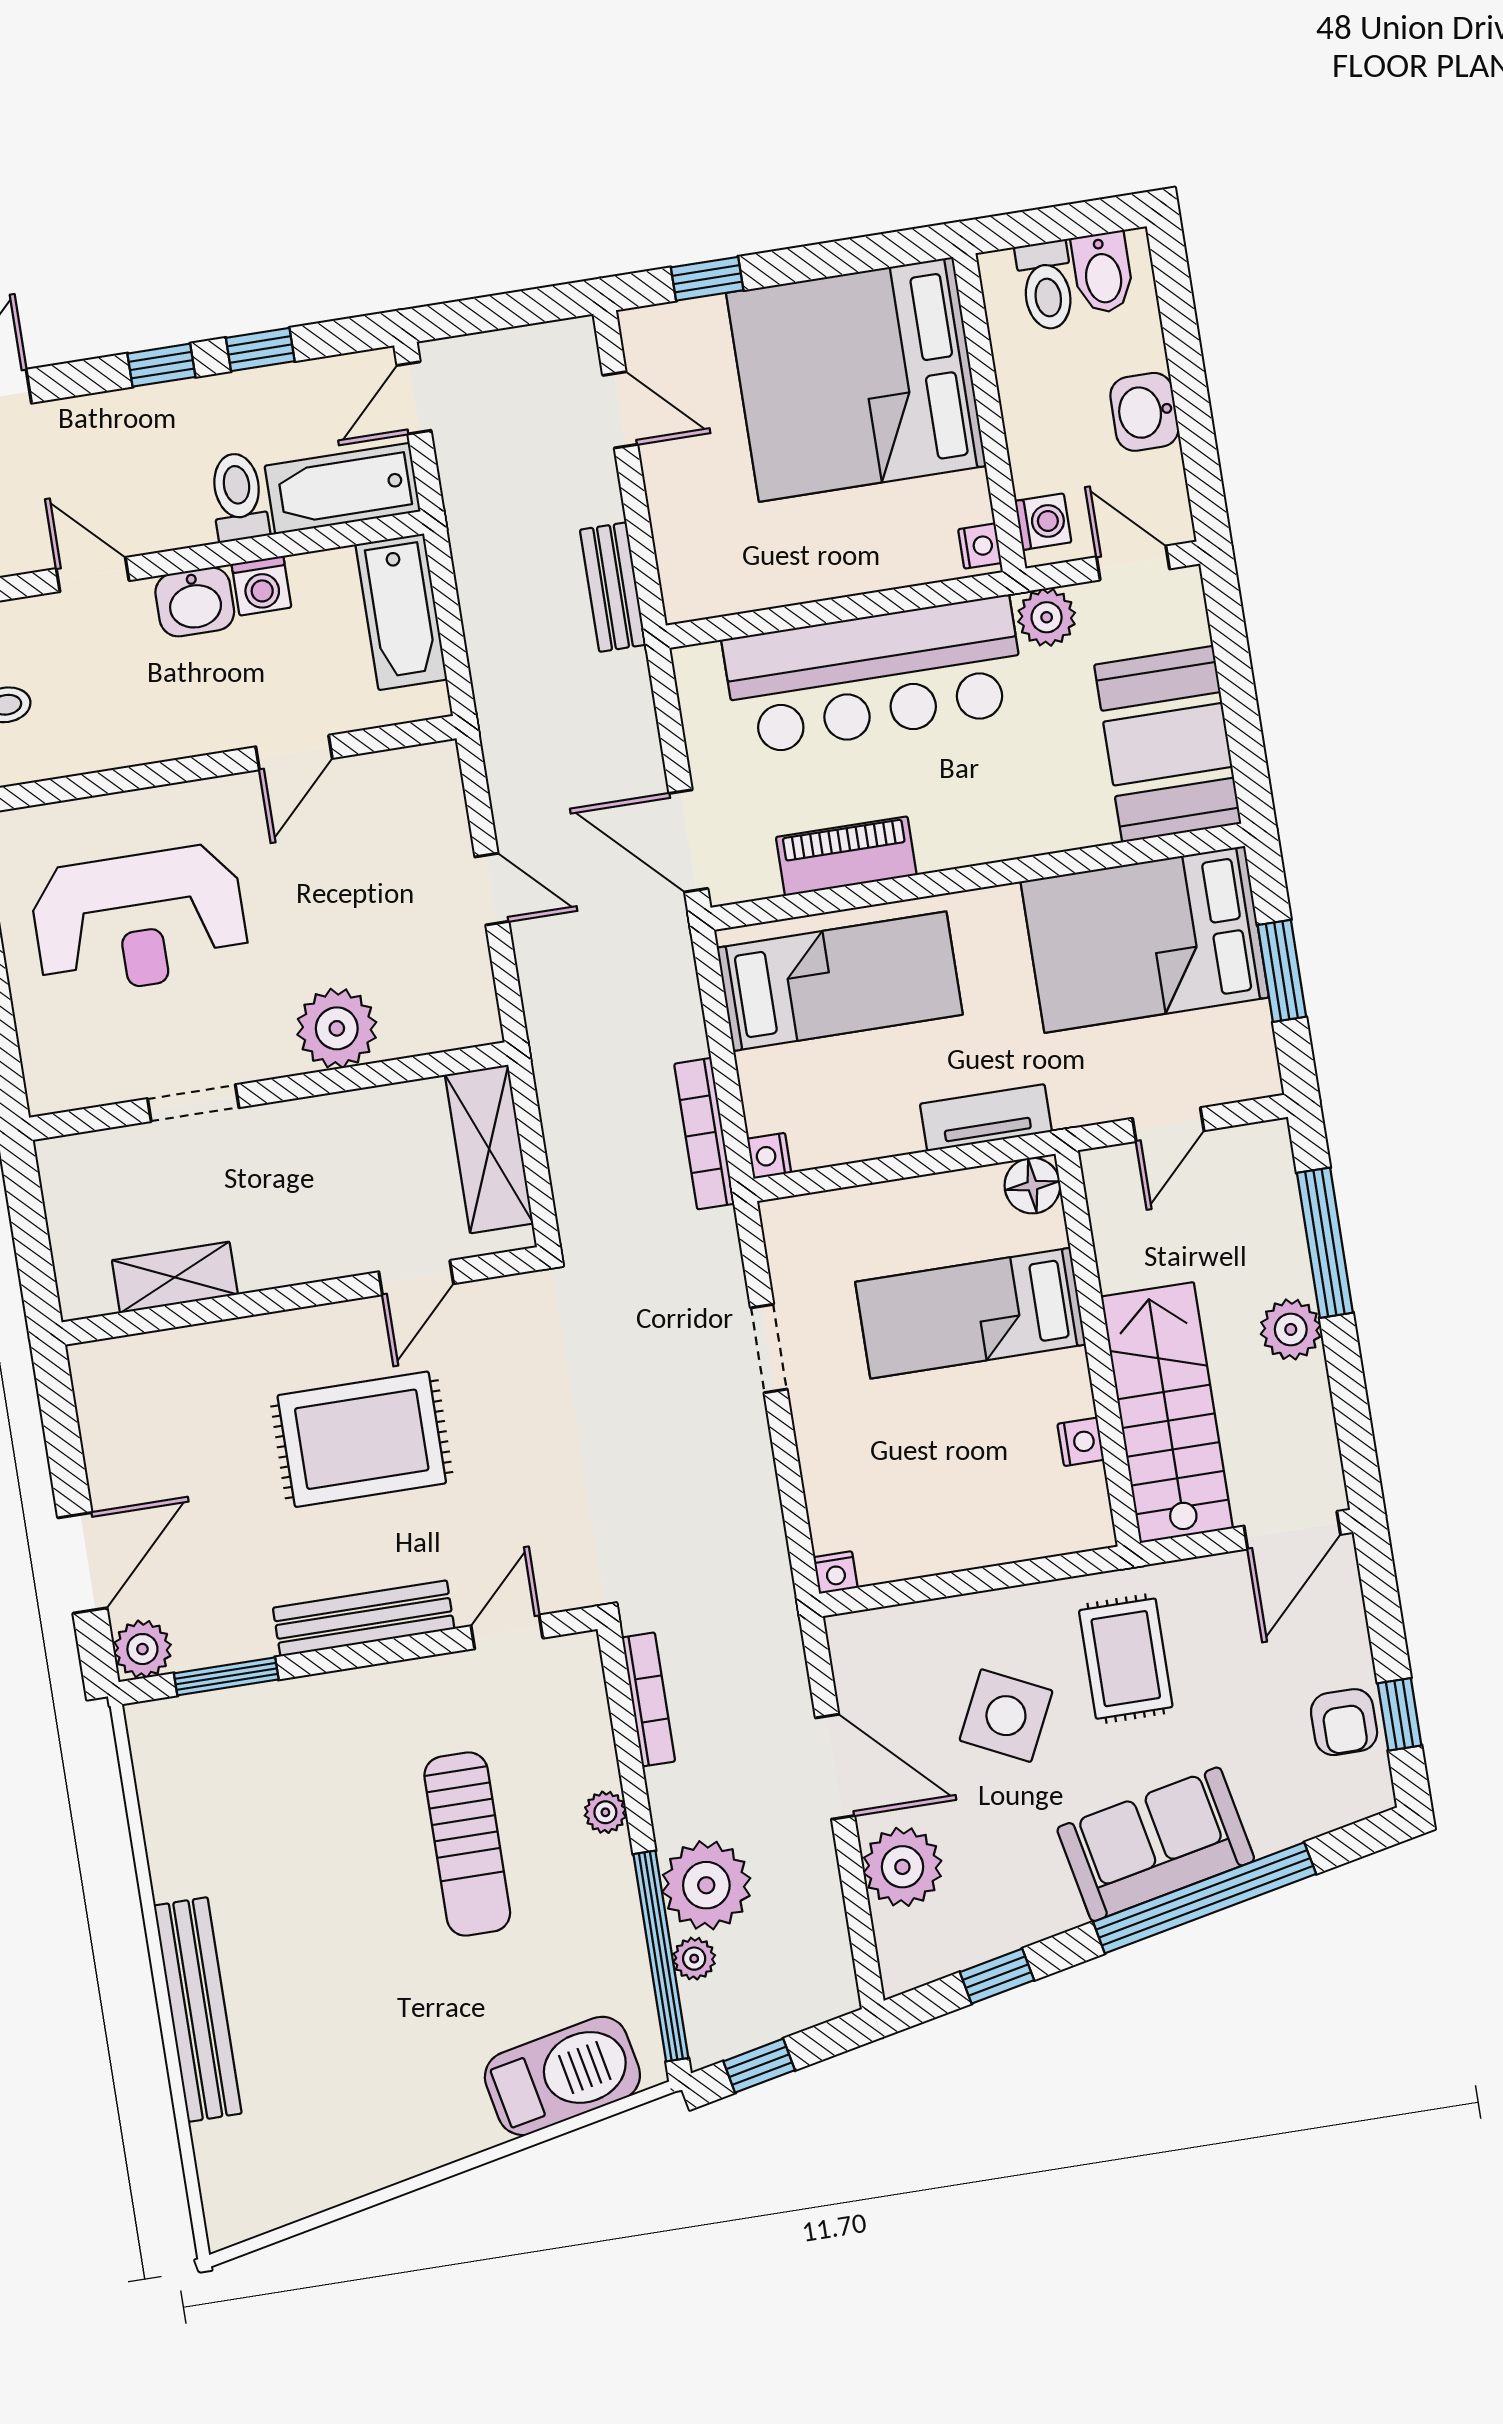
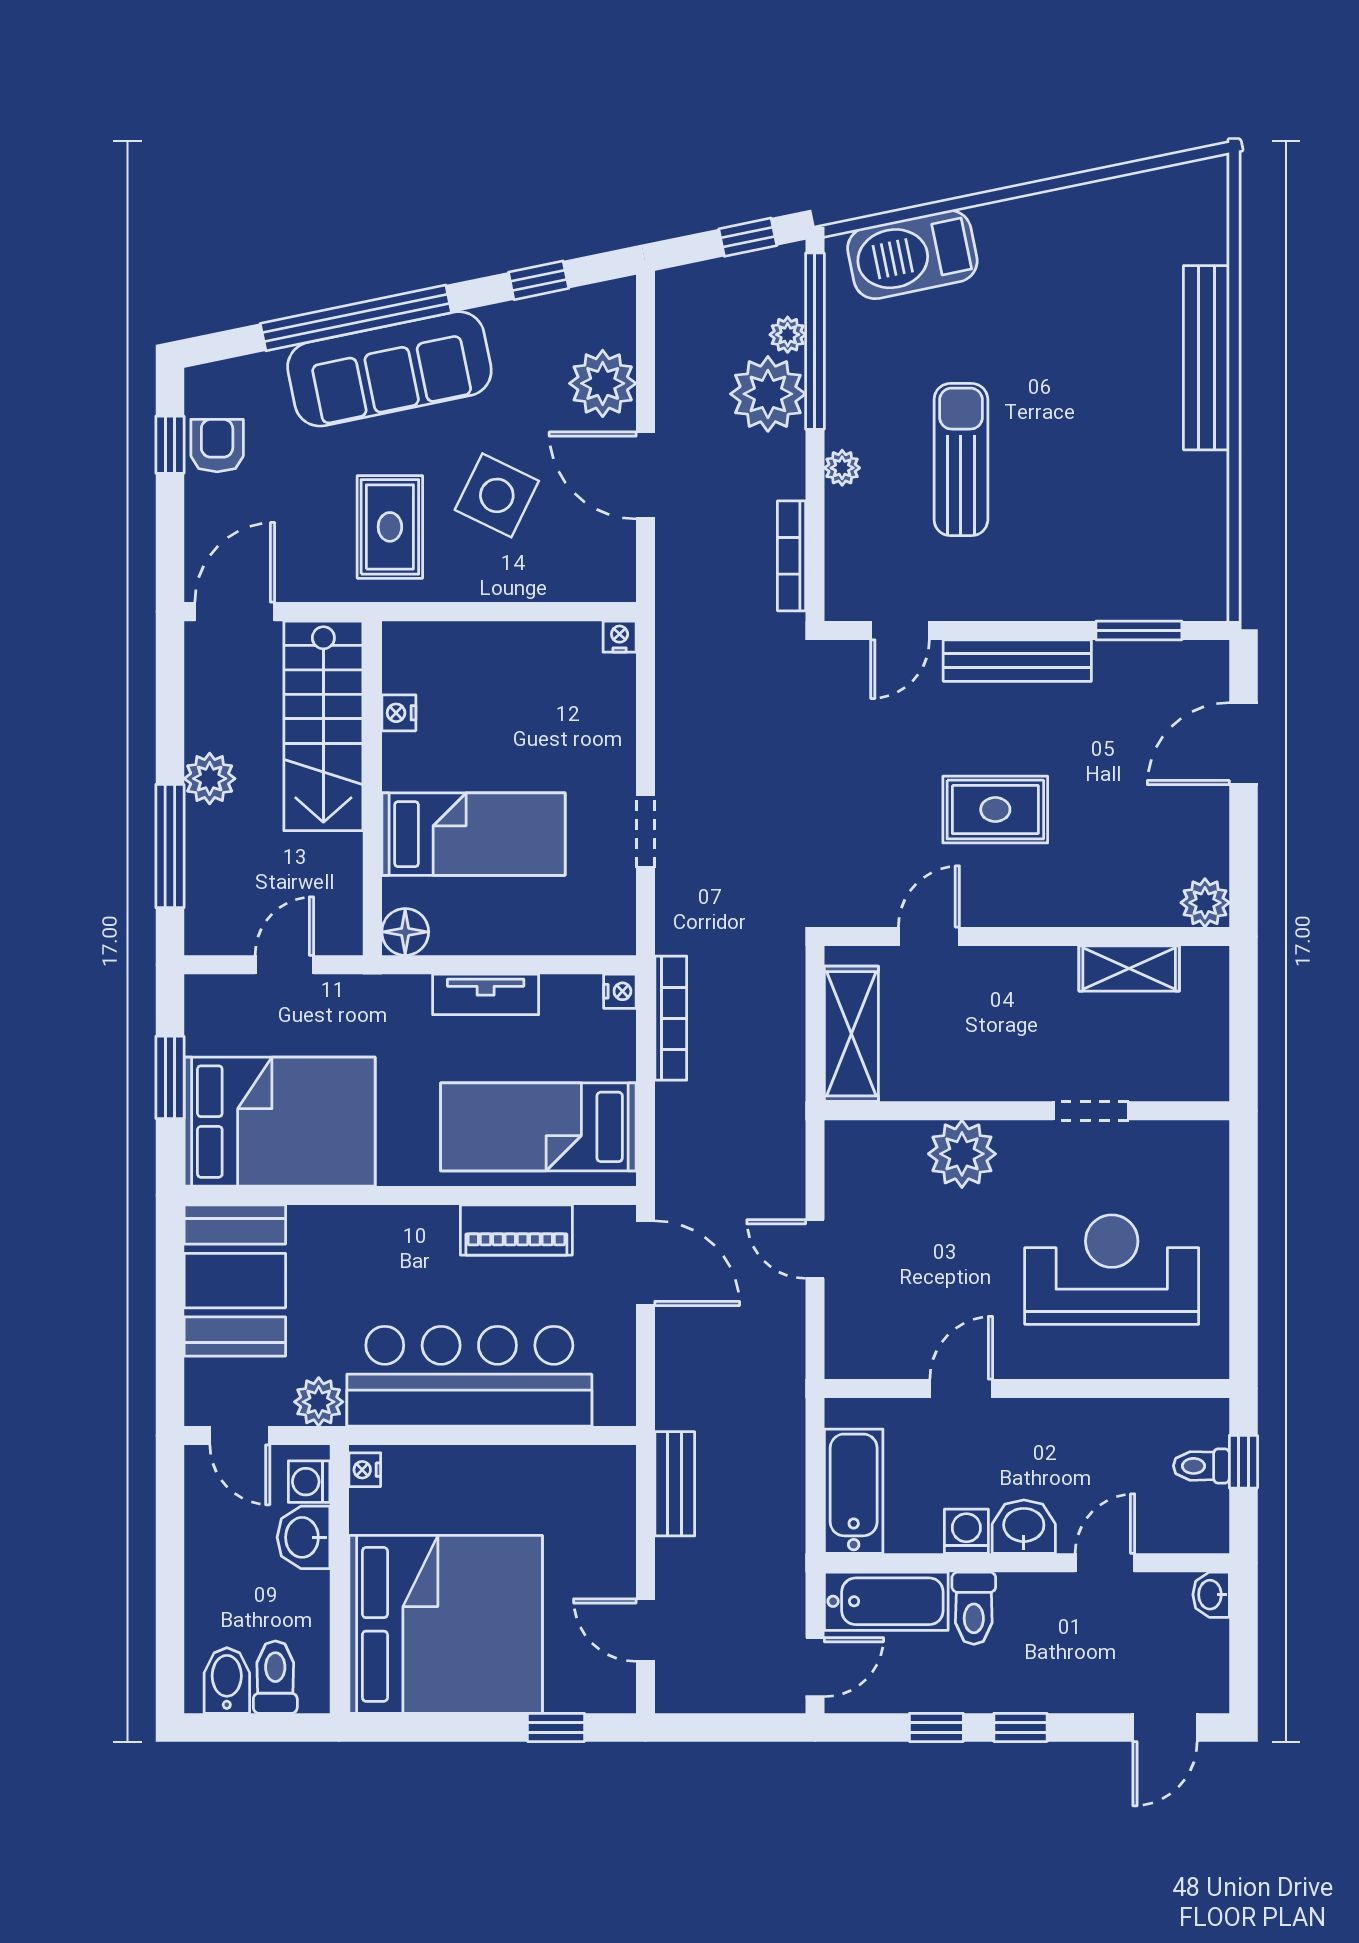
washbasin: (1144, 412) -> (304, 1537), moved, turned 180
door: (93, 575) -> (1105, 1563), swing flipped
tv unit: (986, 1118) -> (486, 994), moved
rug: (362, 1439) -> (995, 810), width x0.73, depth x0.70
plant: (142, 1649) -> (1205, 903), moved
sofa: (1156, 1844) -> (389, 369), width x1.36

